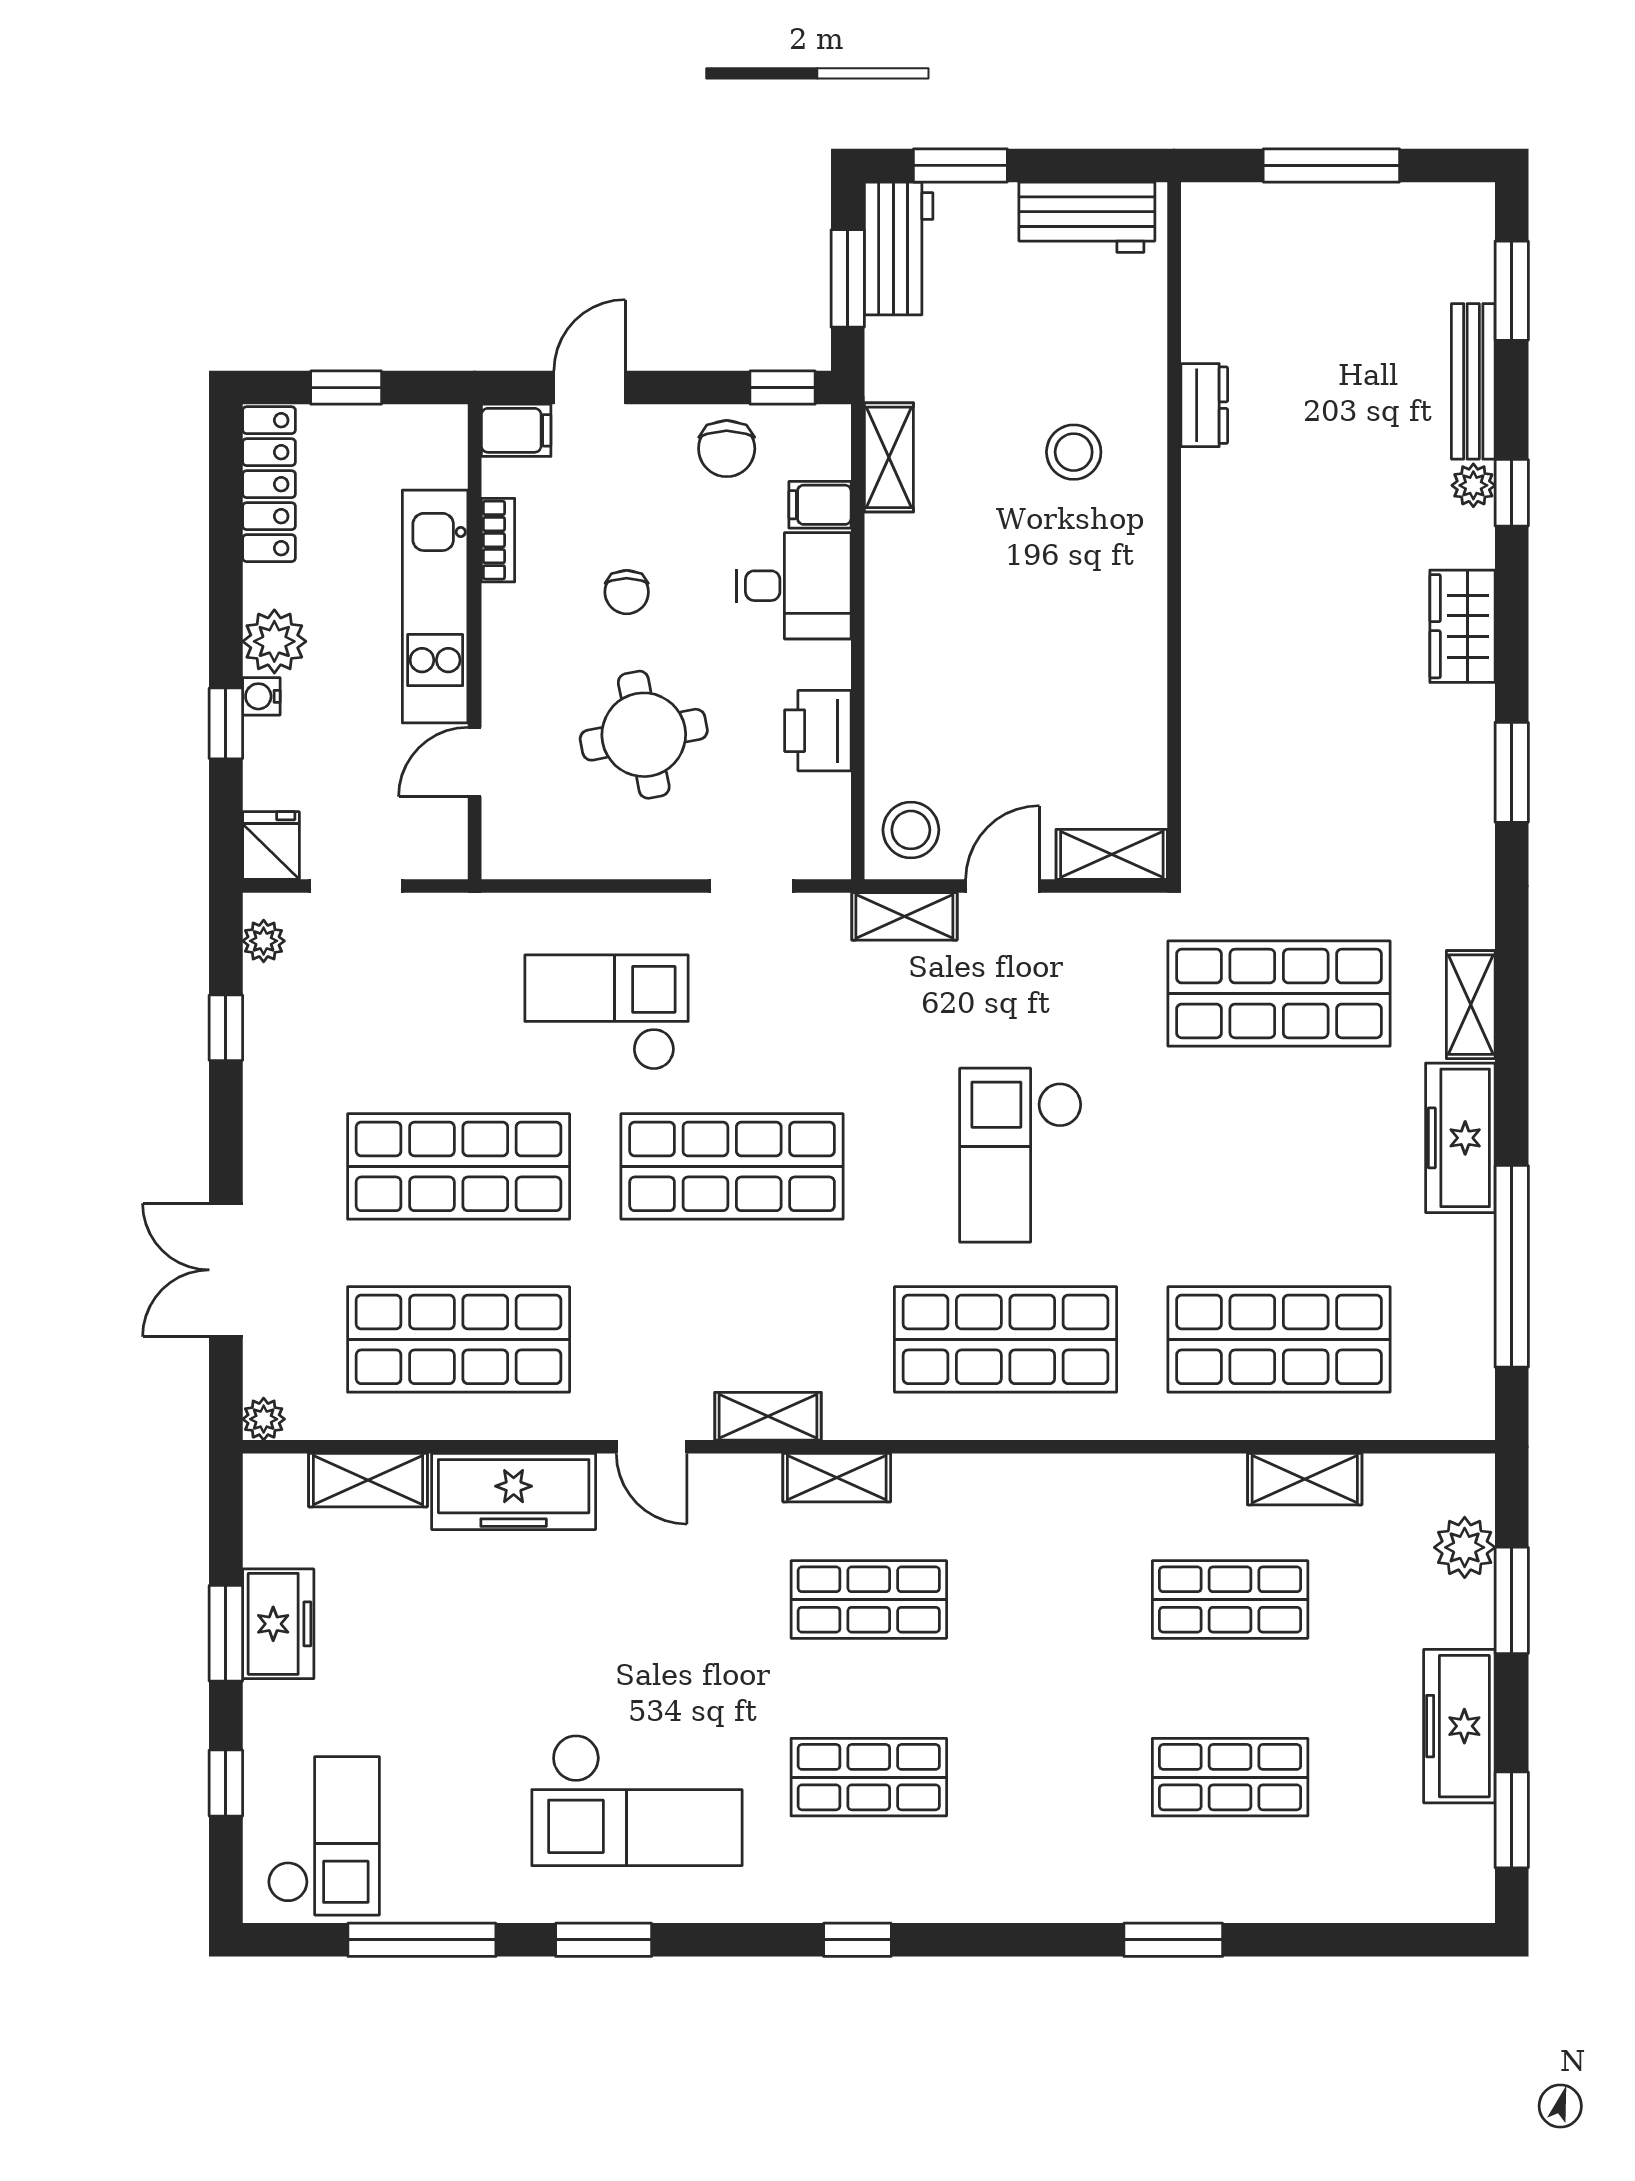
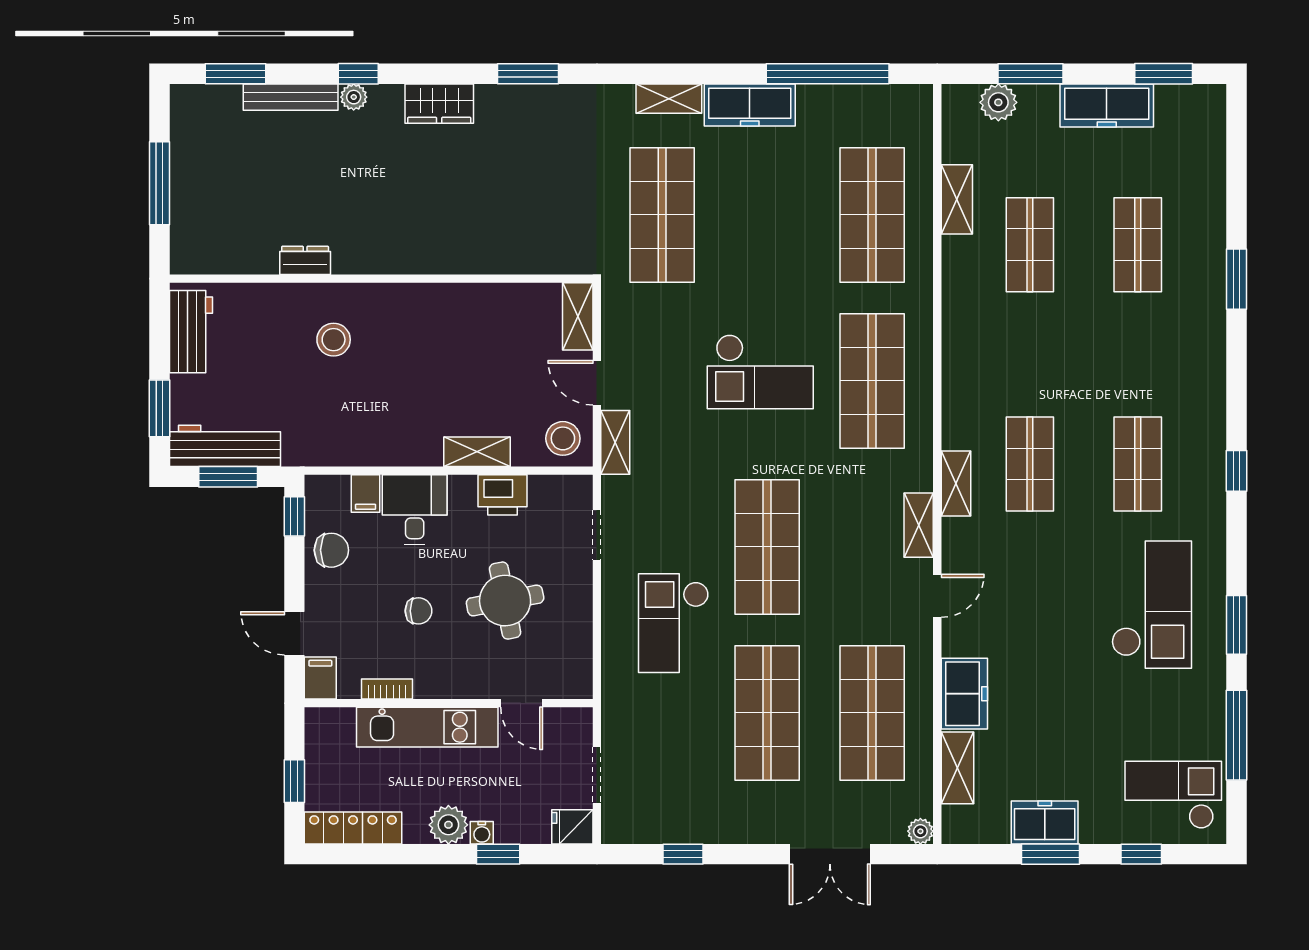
workbench: (899, 248) -> (225, 446), width x1.38
shelving: (889, 457) -> (477, 452), moved
plant: (264, 941) -> (630, 831), removed
freezer: (514, 1491) -> (964, 694), width x0.71

